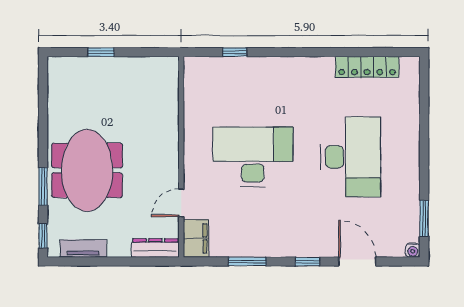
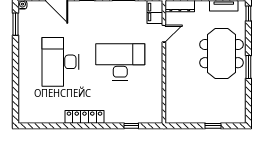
locker: (367, 67) -> (85, 117), moved
desk: (253, 157) -> (120, 62), turned 180
window: (43, 186) -> (248, 67), moved

